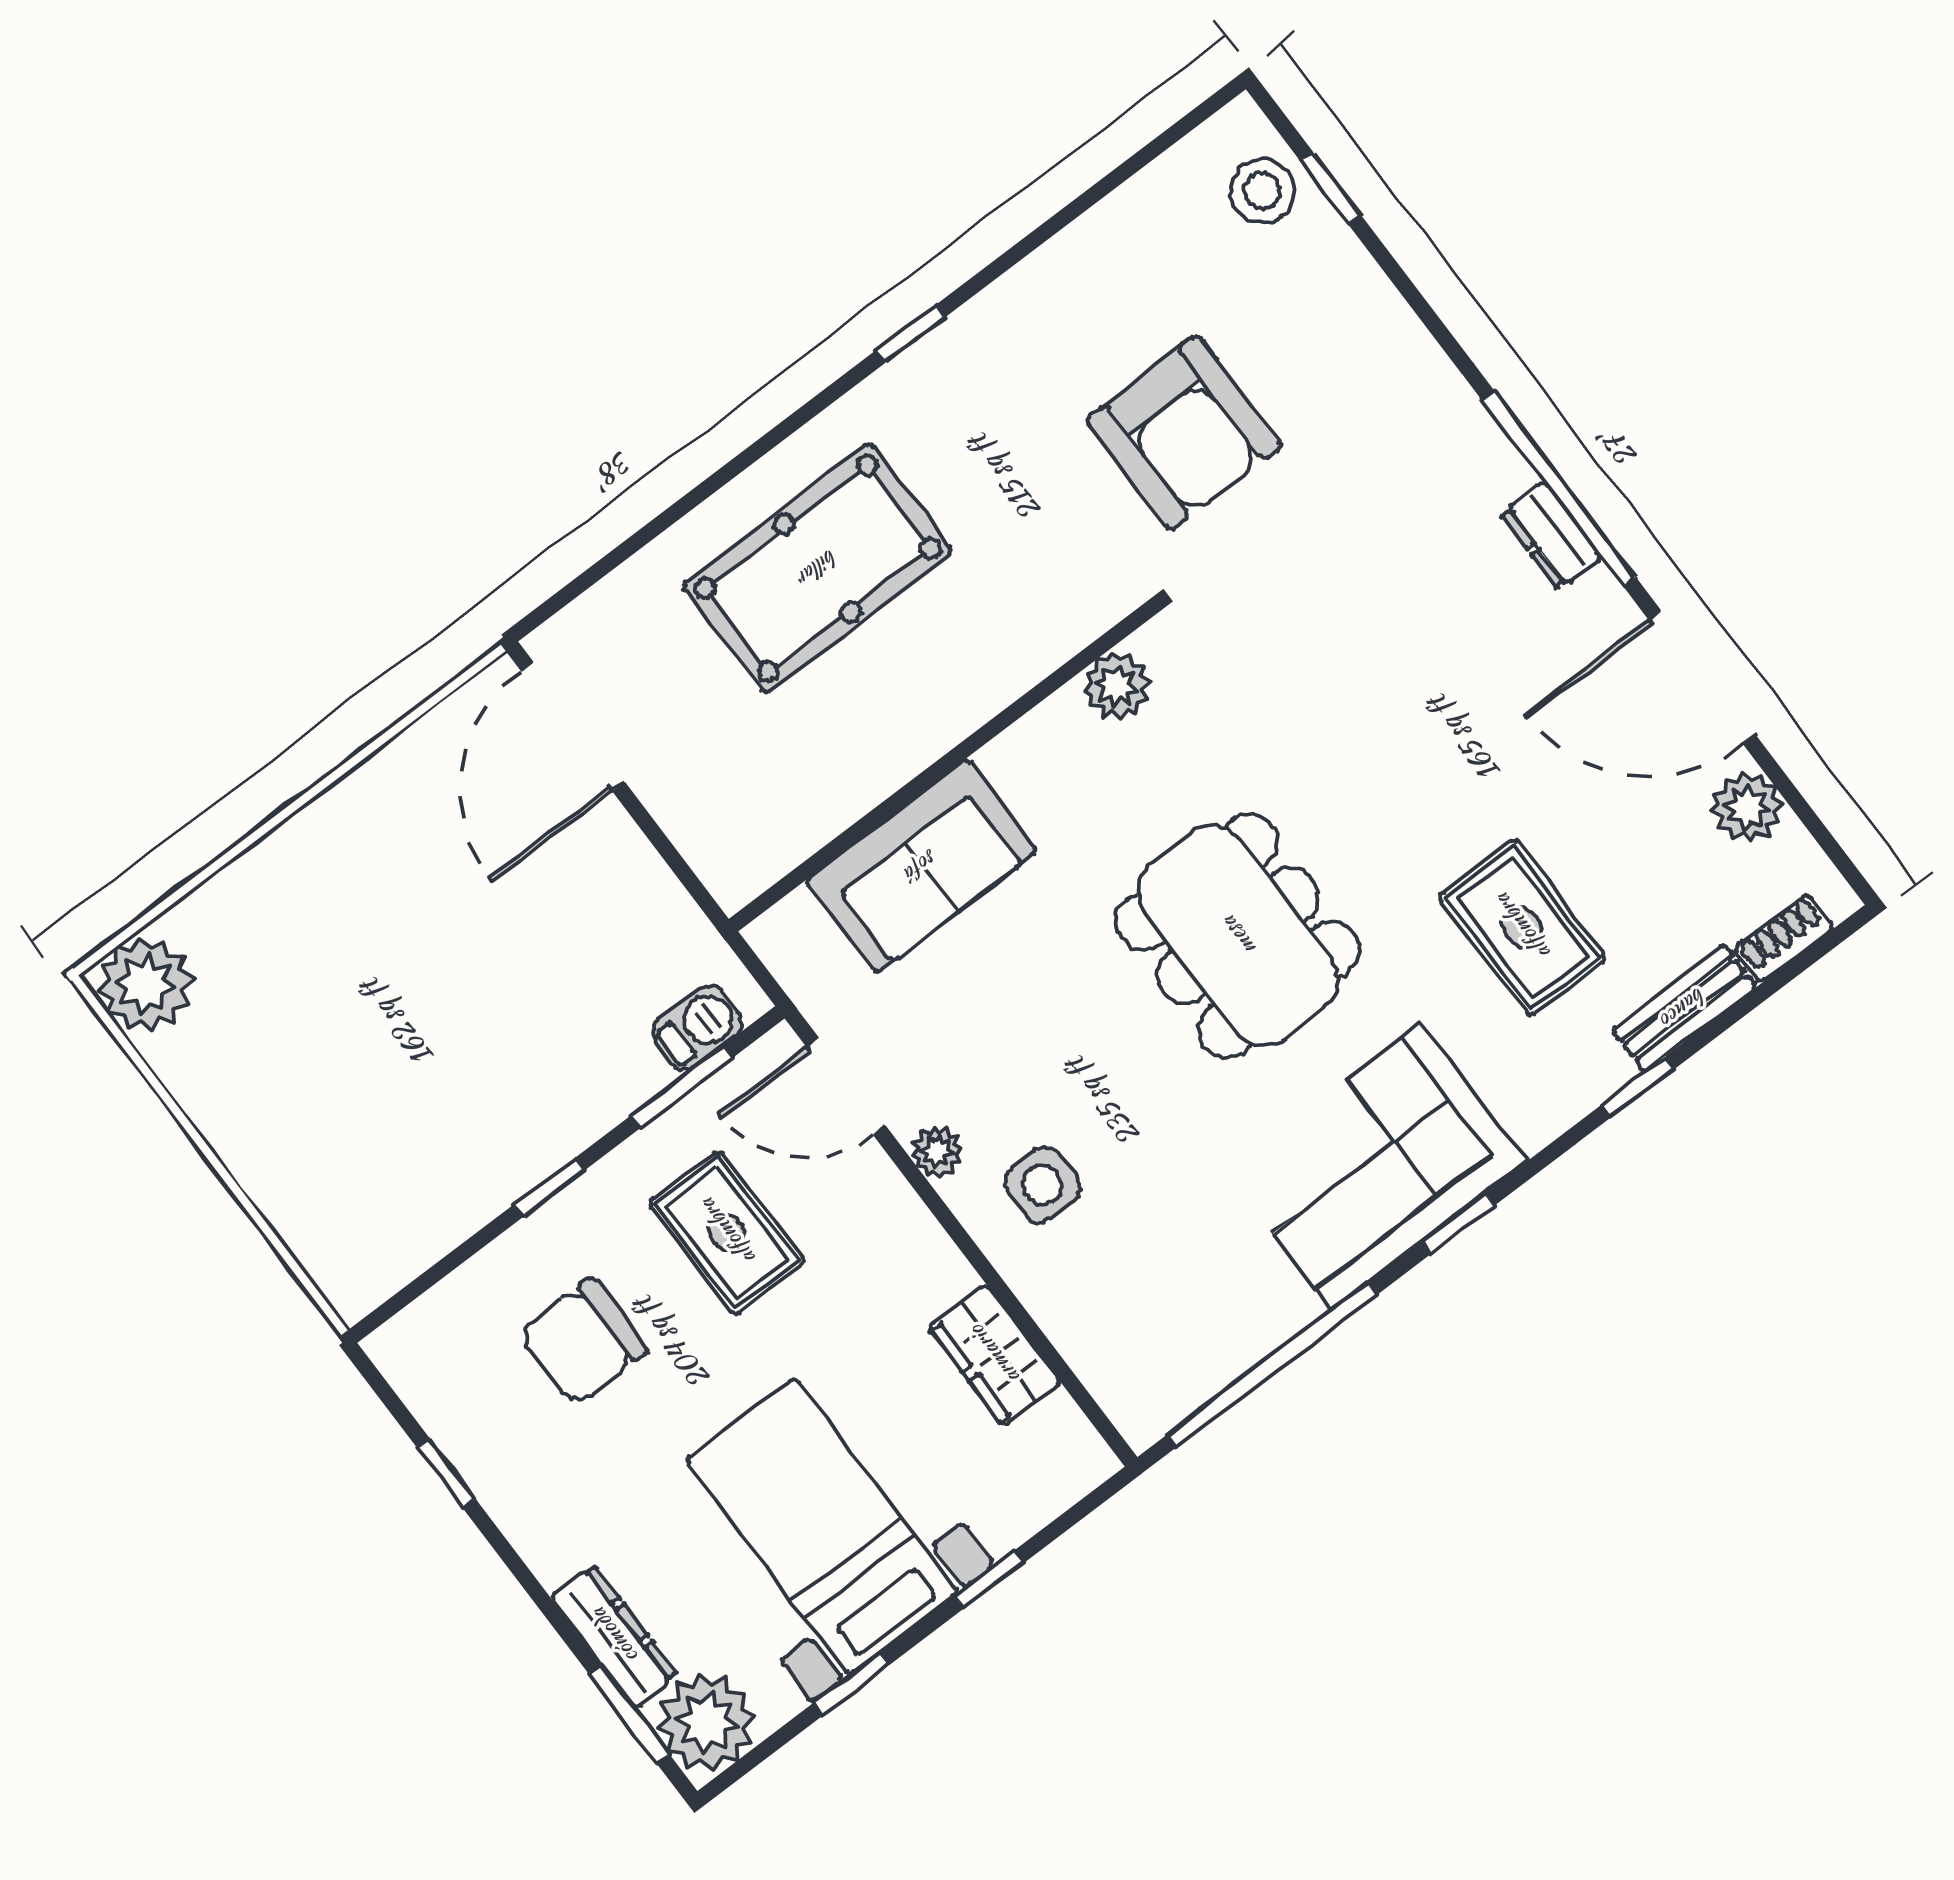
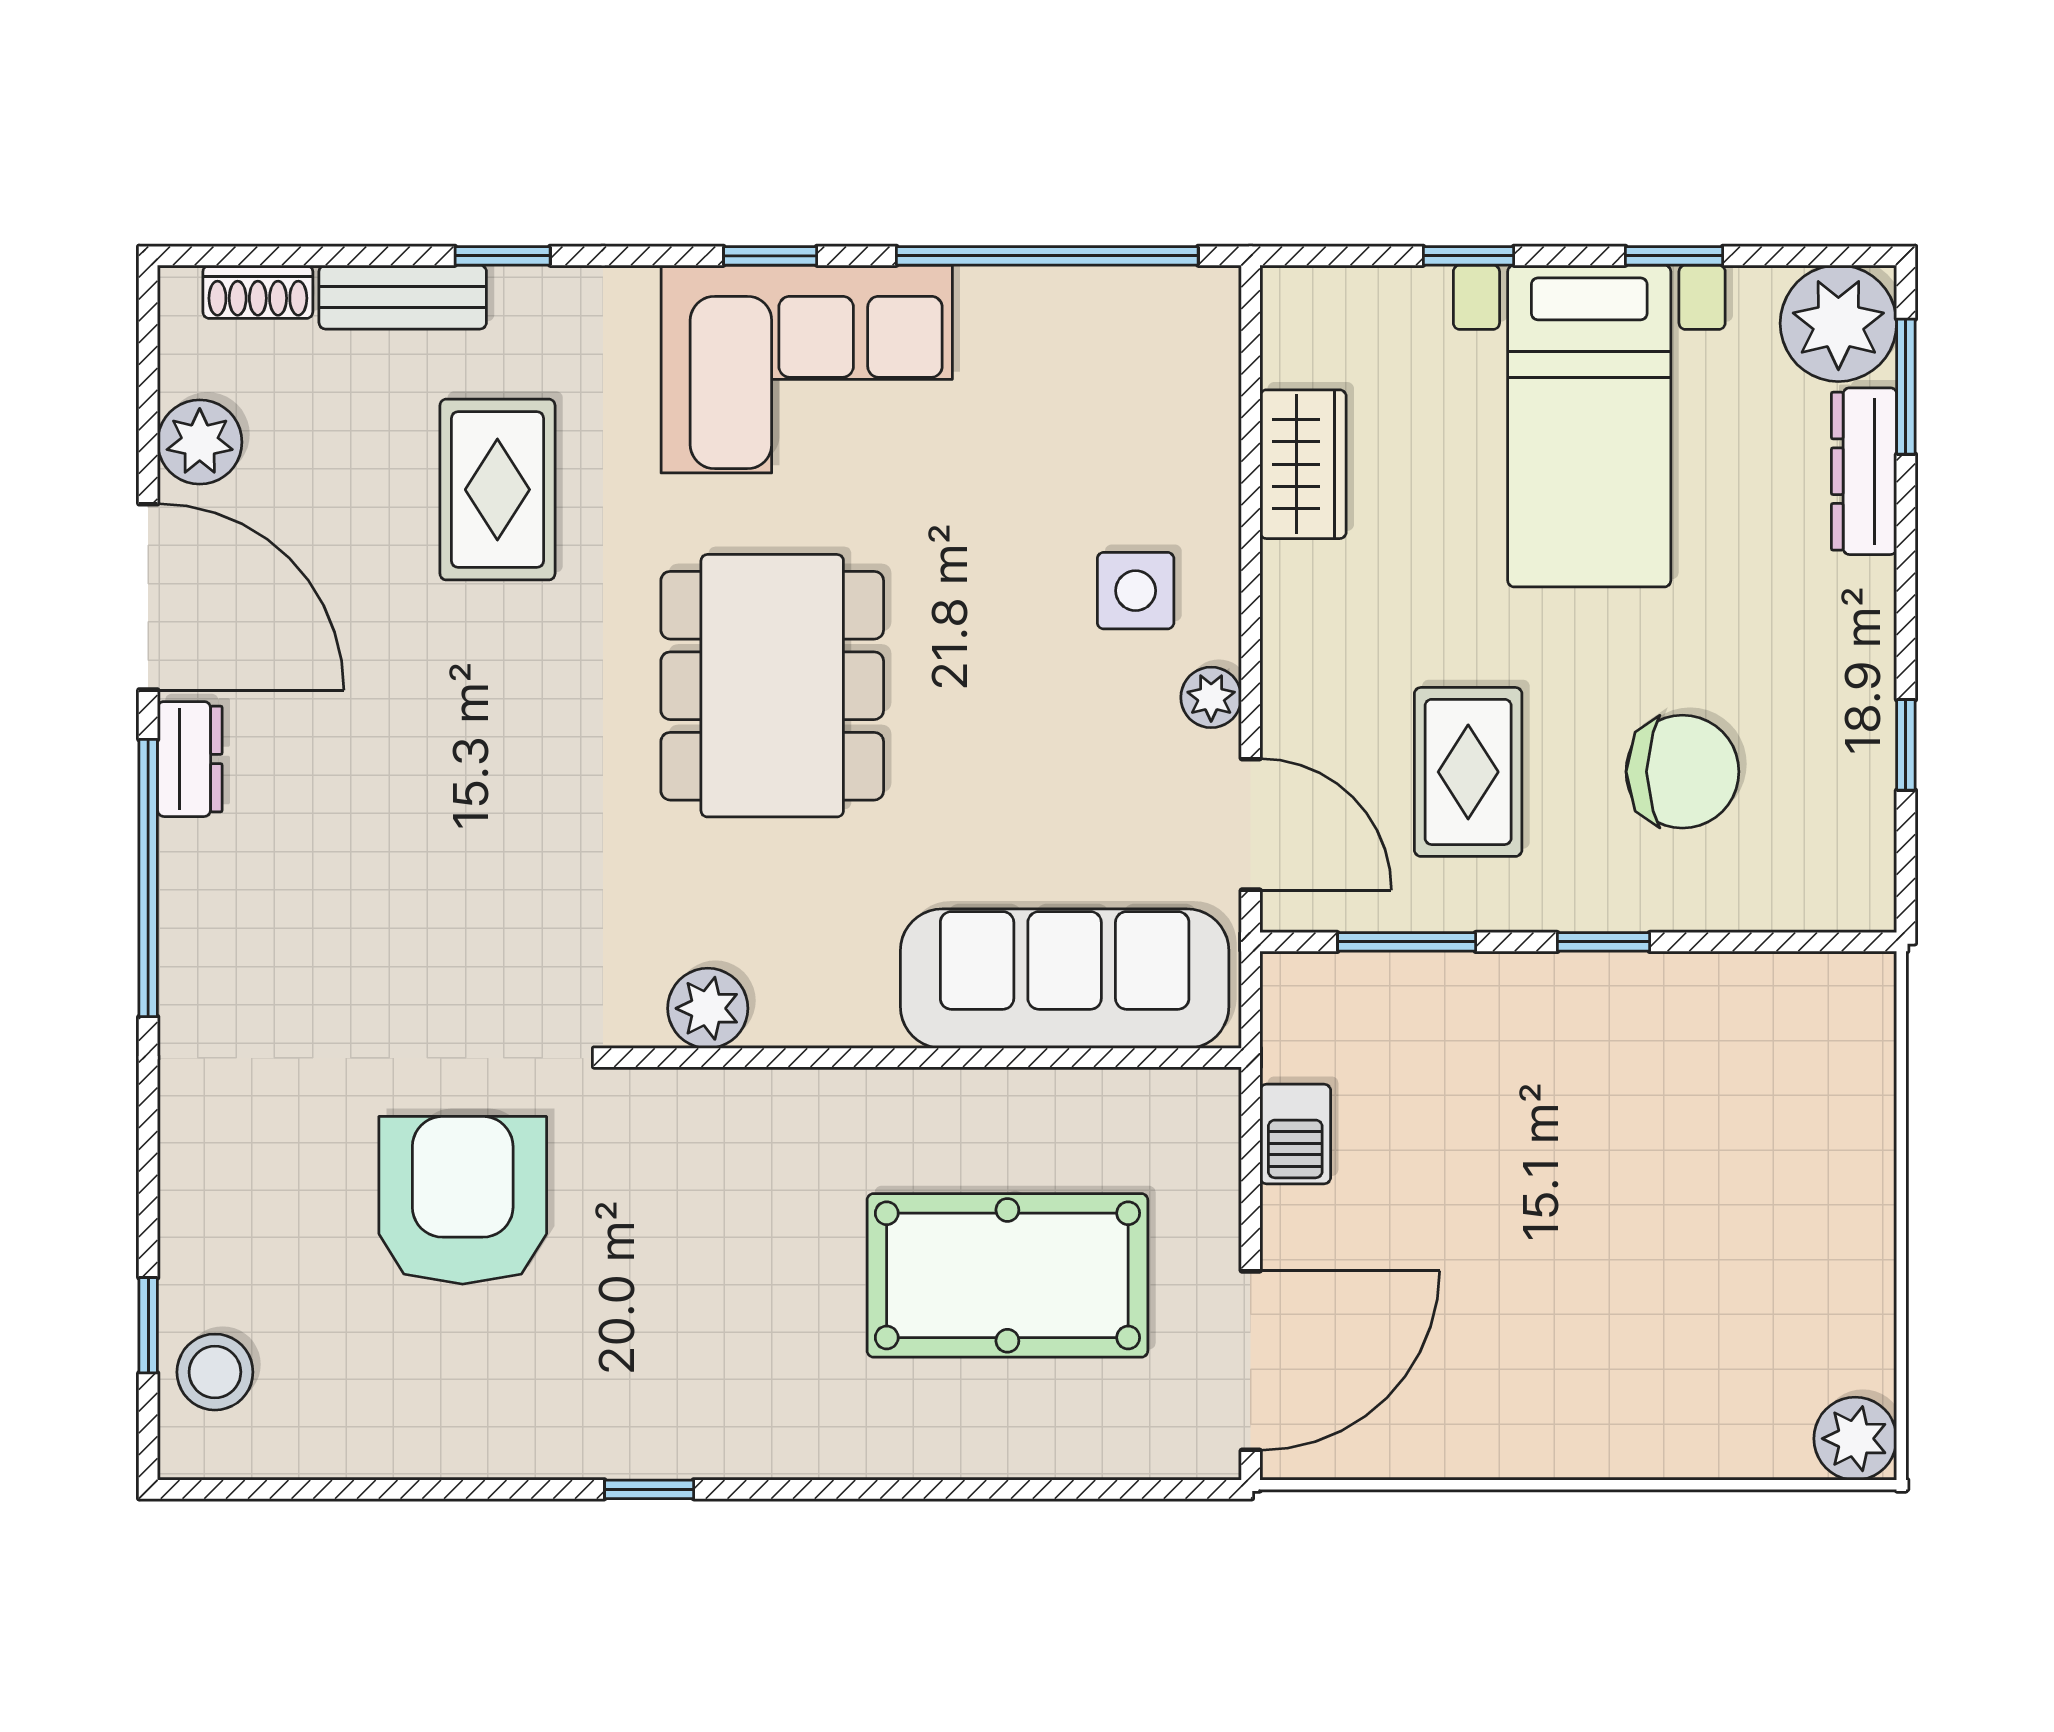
dresser: (1551, 536) -> (190, 759), moved
pool table: (818, 568) -> (1007, 1275), moved
sofa: (922, 866) -> (1065, 979), width x1.36
plant: (145, 985) -> (1855, 1439), width x0.73, depth x0.73
barbecue: (697, 1028) -> (1295, 1134), moved, turned -90

